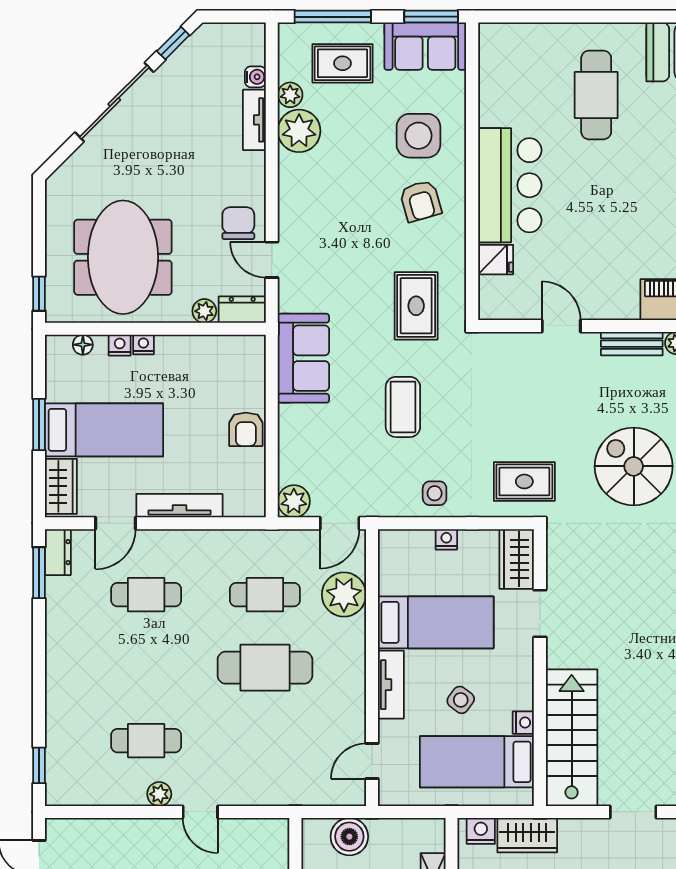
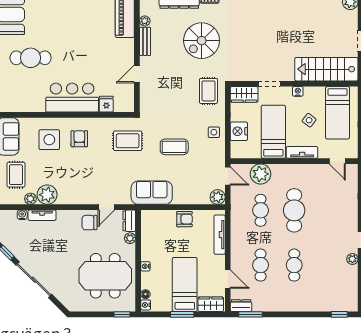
armchair: (421, 201) -> (79, 139), turned -74
nightstand: (120, 345) -> (146, 305), moved
tv unit: (179, 506) -> (220, 235), moved
nightstand: (446, 539) -> (239, 131), width x1.89, depth x1.79
nightstand: (523, 723) -> (298, 91), moved
cafe table: (146, 741) -> (294, 265), moved

